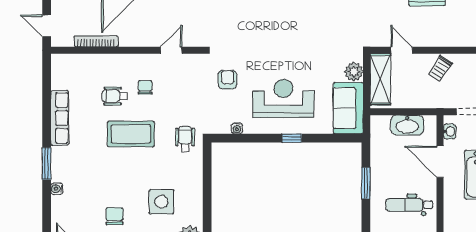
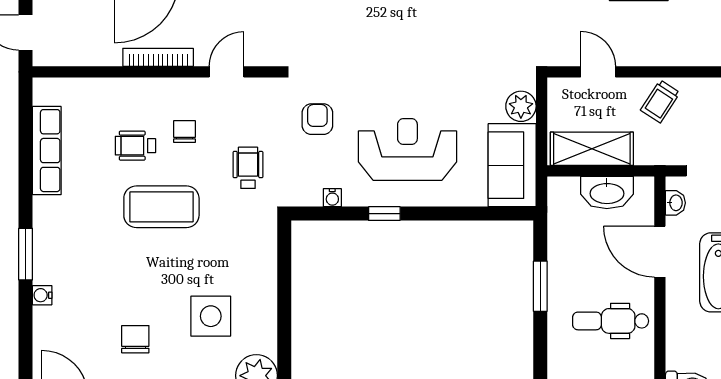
bookcase: (96, 41) -> (158, 57), moved
shelving: (380, 79) -> (592, 149), moved, turned 90
row of seats: (60, 118) -> (47, 151), moved
window: (292, 138) -> (384, 214), moved
wheelchair: (185, 139) -> (248, 168), moved

